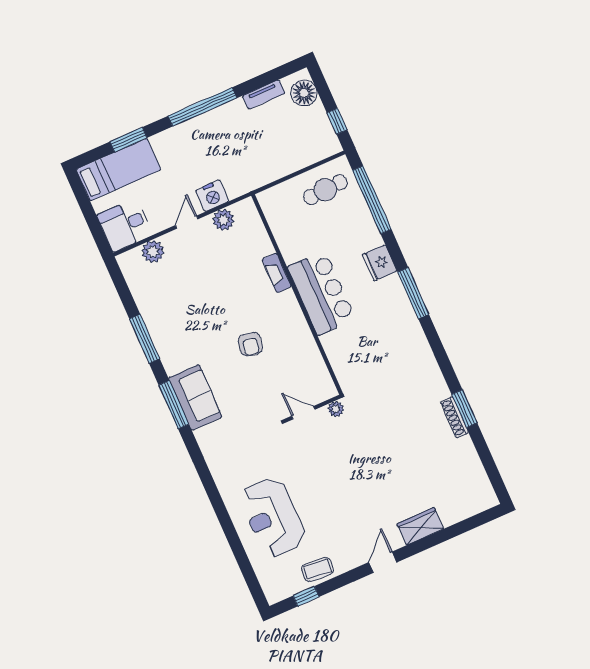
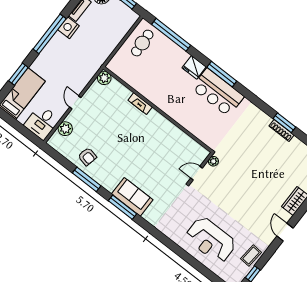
nightstand: (212, 196) -> (68, 28), moved, turned 180
plant: (223, 220) -> (104, 78), moved
bar counter: (321, 293) -> (218, 92), moved, turned 180
armchair: (250, 344) -> (87, 157), moved

